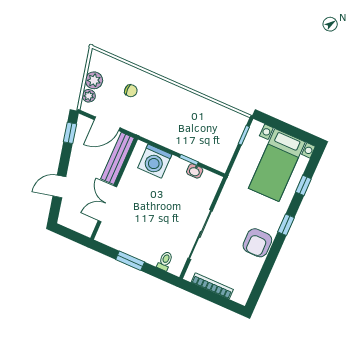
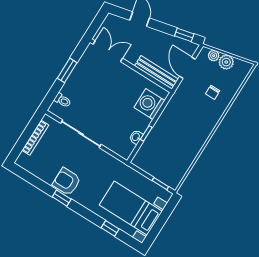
double door: (107, 204) -> (108, 51), moved
window: (286, 225) -> (62, 198), moved

